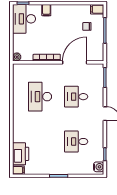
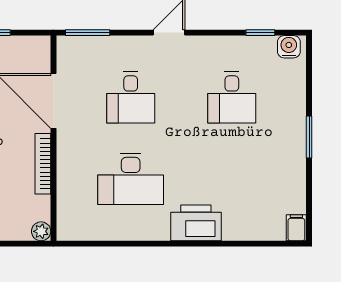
printer: (21, 154) -> (196, 223), moved

